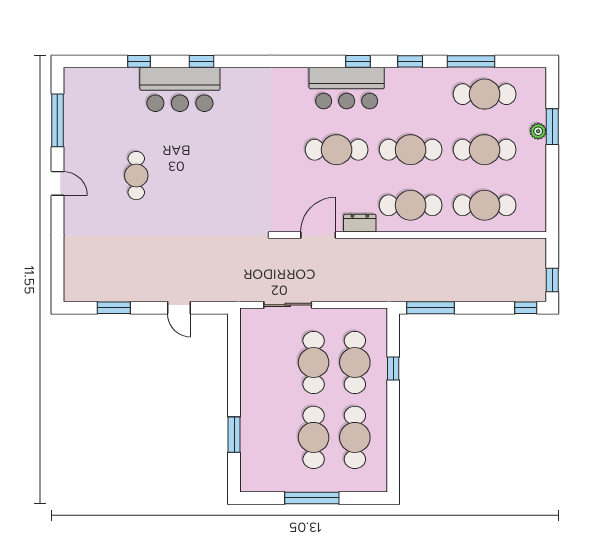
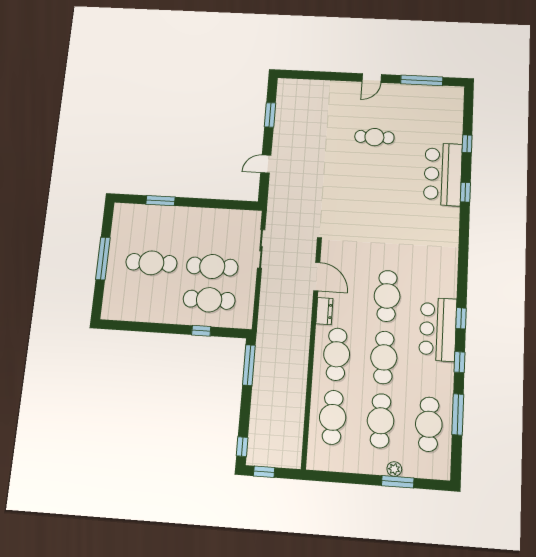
bar counter: (347, 88) -> (438, 329), moved
cafe table: (355, 437) -> (148, 296), removed

